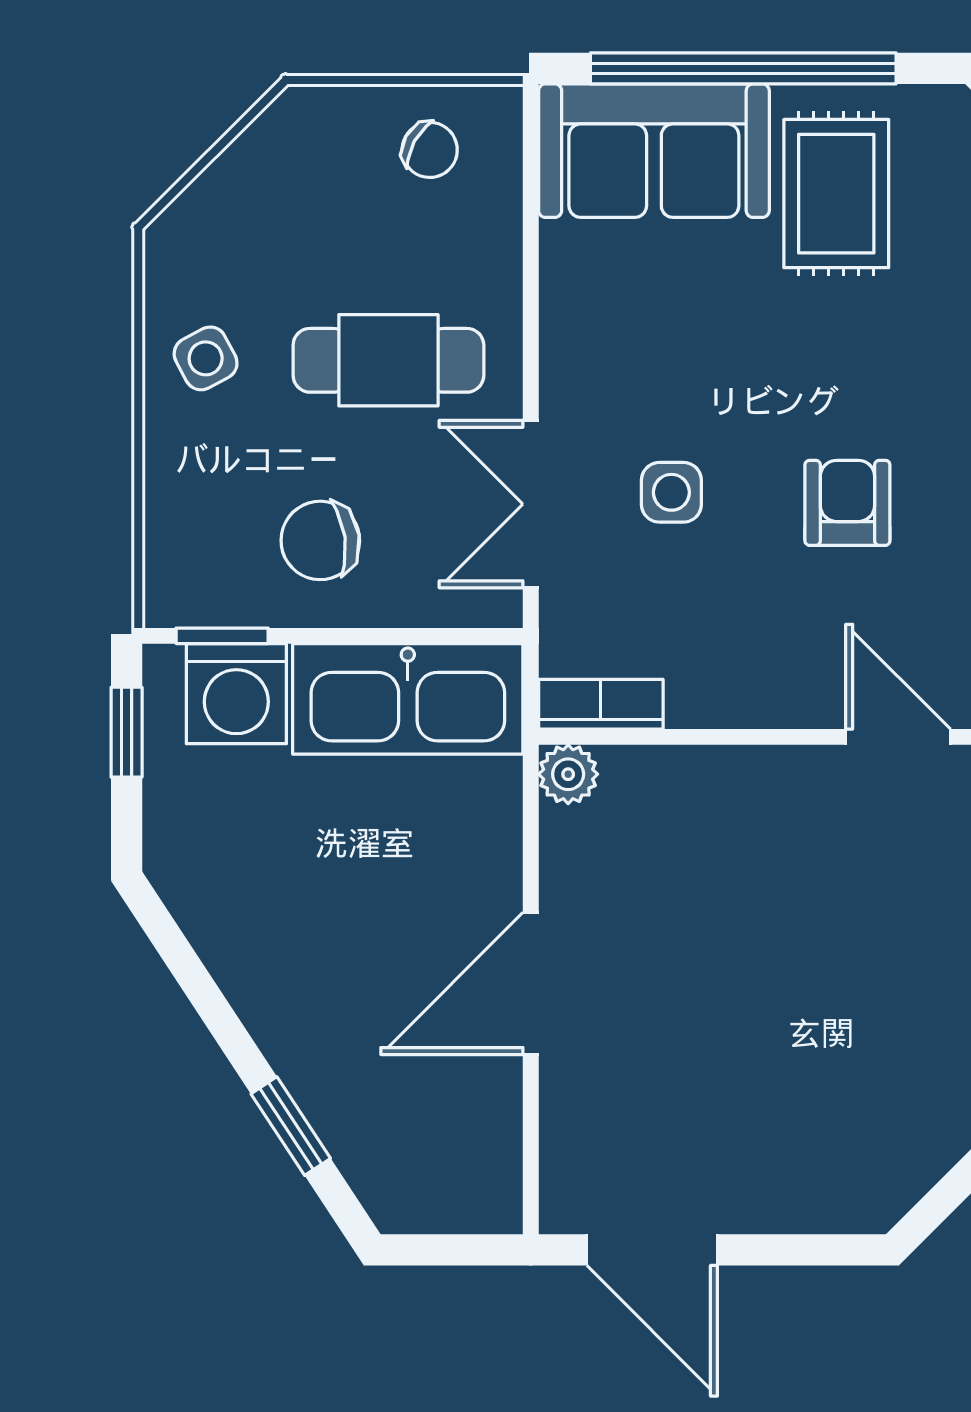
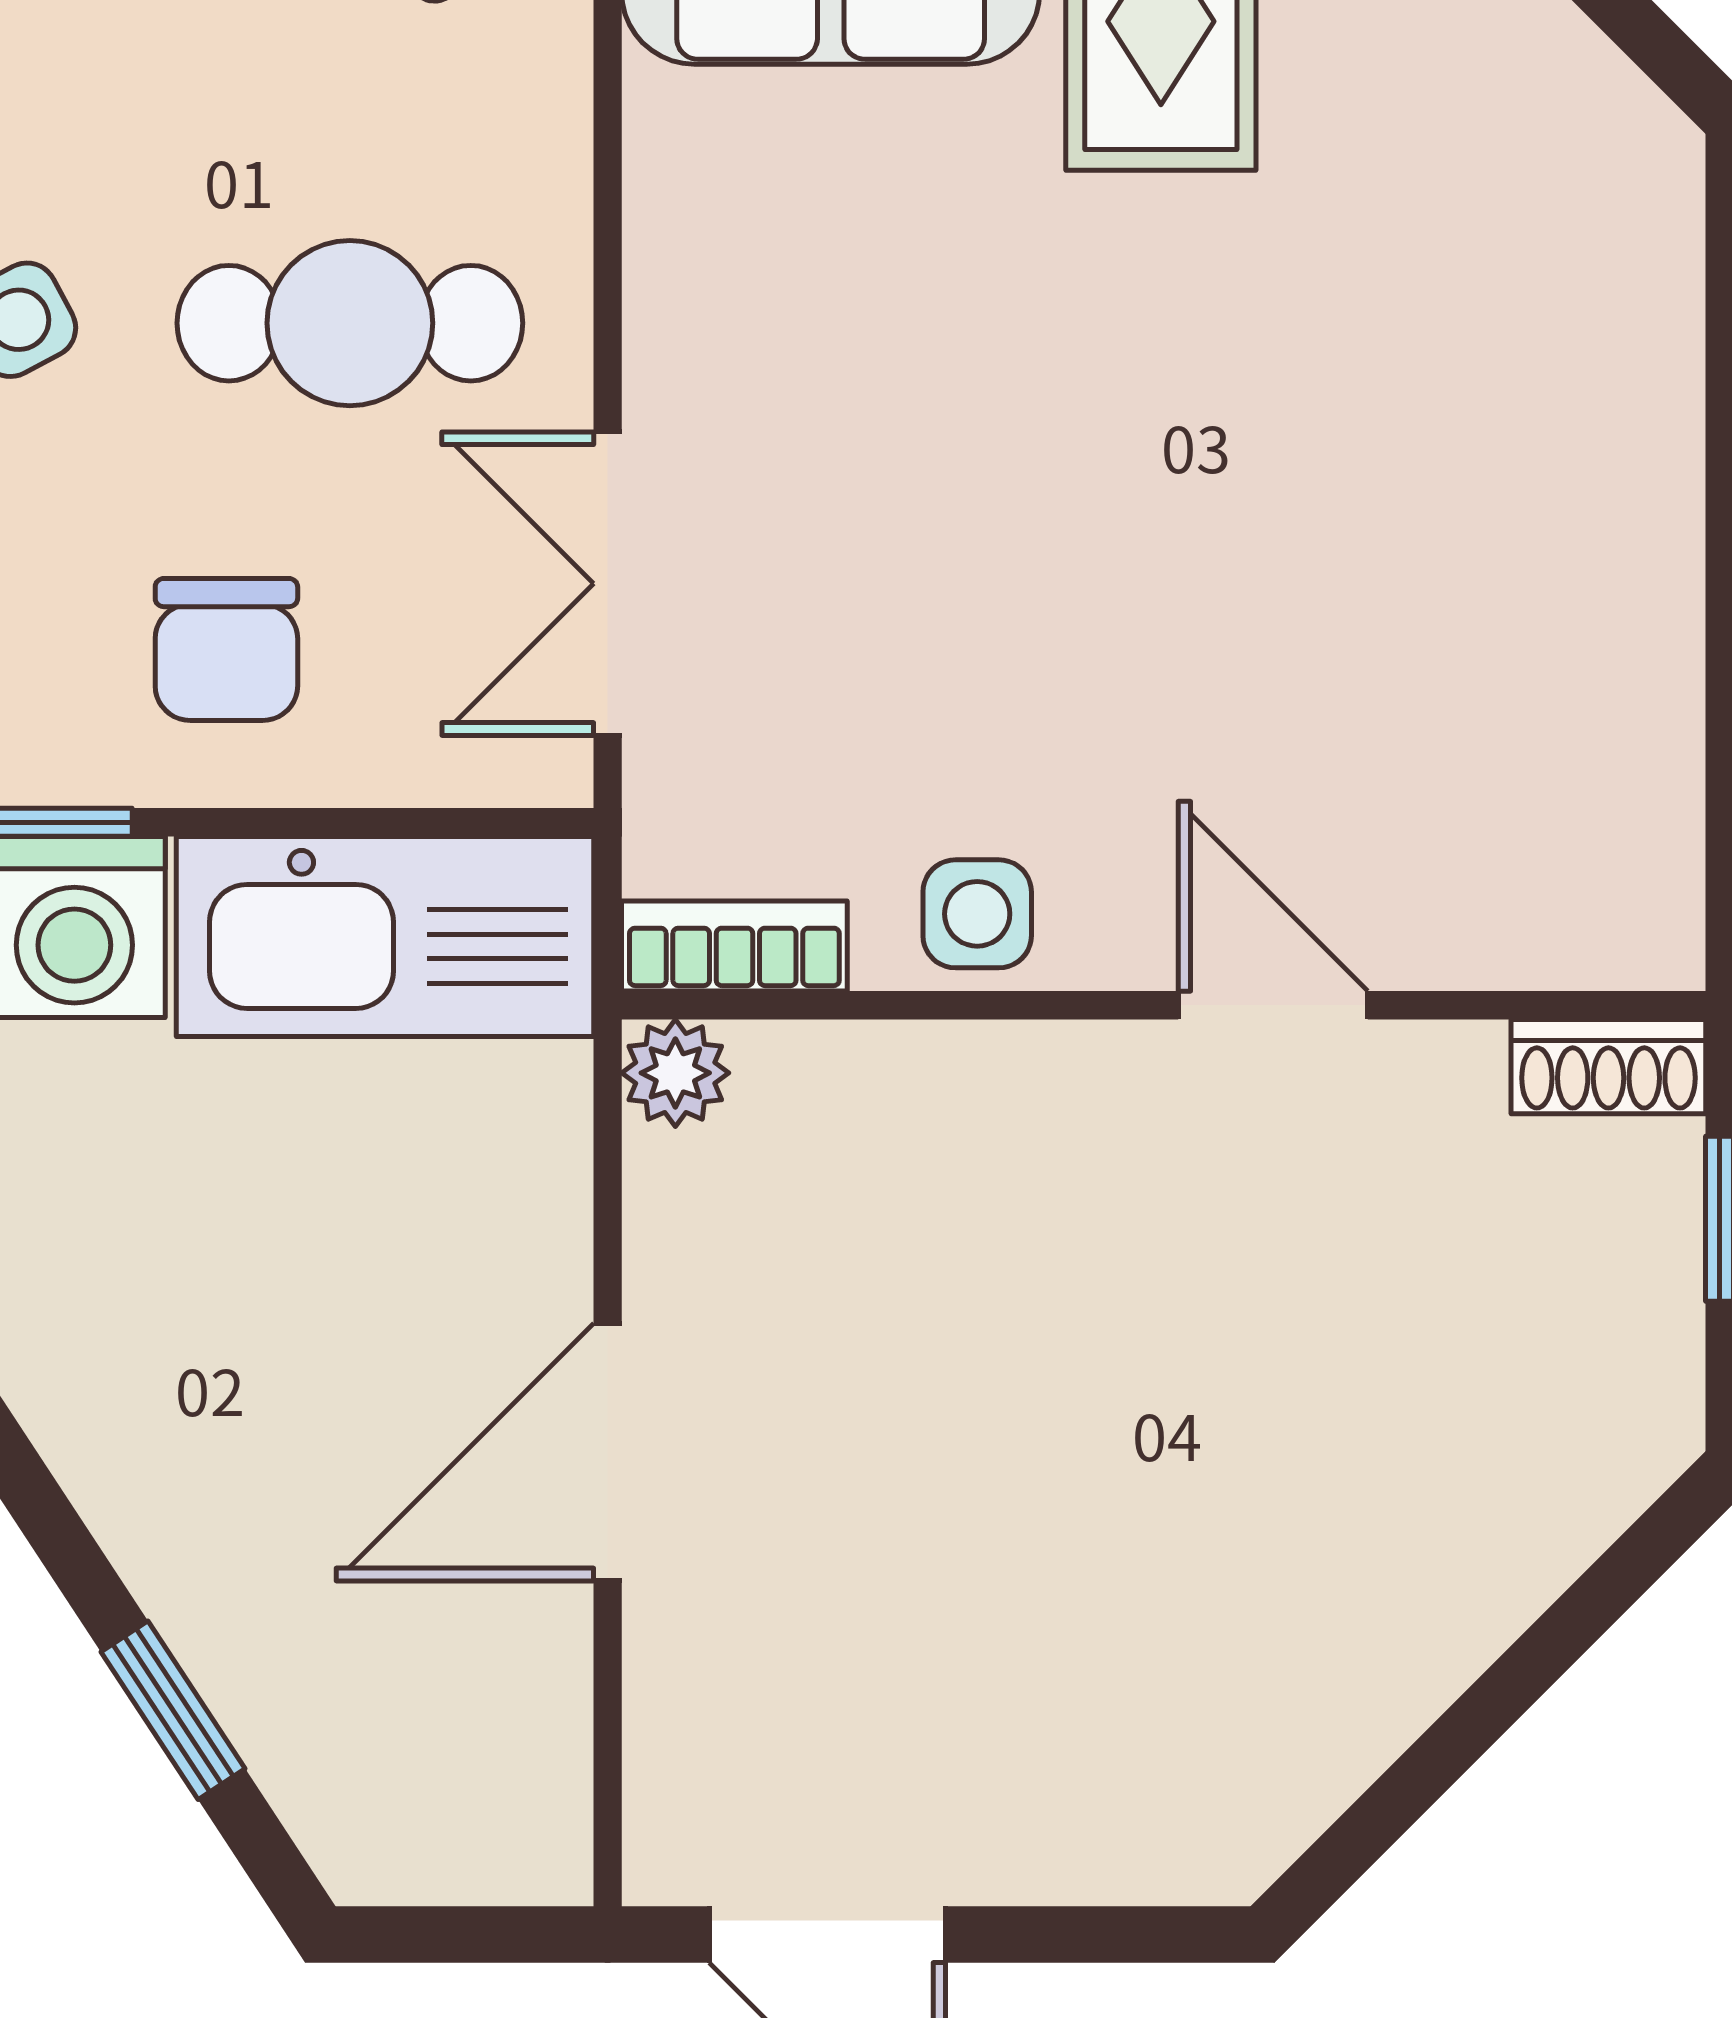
side table: (671, 492) -> (977, 914), moved
armchair: (847, 503) -> (1181, 581), removed
chair: (320, 540) -> (226, 650), turned -82

